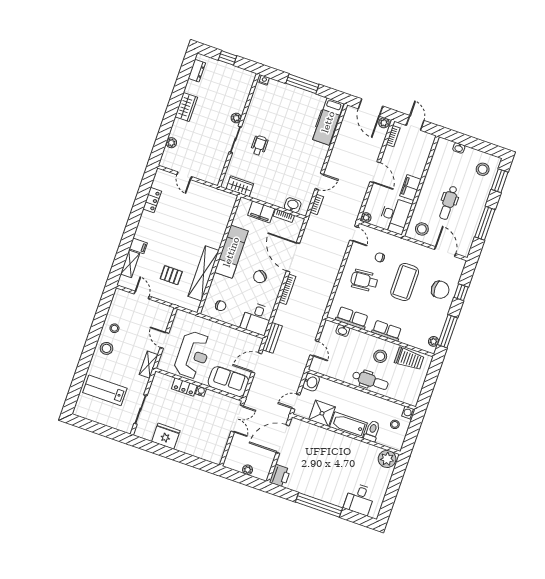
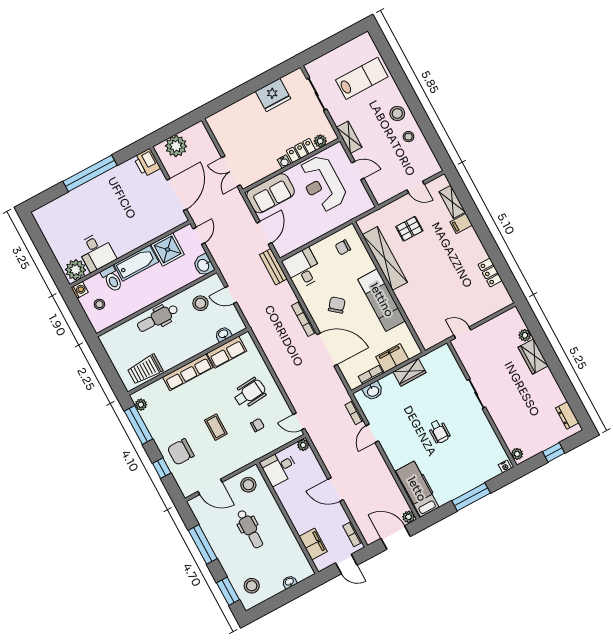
wardrobe: (186, 107) -> (533, 357), moved
plant: (236, 118) -> (517, 454), moved
plant: (384, 123) -> (409, 517), moved
wheelchair: (259, 145) -> (439, 432), moved
door: (184, 176) -> (462, 333), moved
wardrobe: (240, 186) -> (409, 372), moved
filing cabinet: (410, 188) -> (313, 544), moved
dental chair: (448, 203) -> (250, 529), turned 180
desk: (395, 216) -> (279, 467), width x0.73
coffee table: (405, 282) -> (216, 427), width x0.54, depth x0.58
row of seats: (387, 331) -> (188, 372), width x1.48
stool: (380, 356) -> (200, 303), moved
plant: (167, 381) -> (320, 141), added
washing machine: (408, 413) -> (80, 290), moved
plant: (248, 470) -> (176, 146), width x1.88, depth x1.88
desk: (360, 499) -> (96, 252), moved, turned 180

